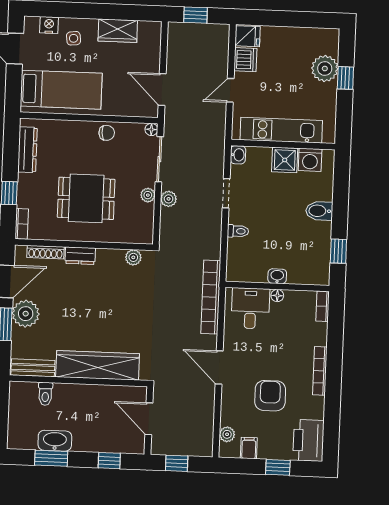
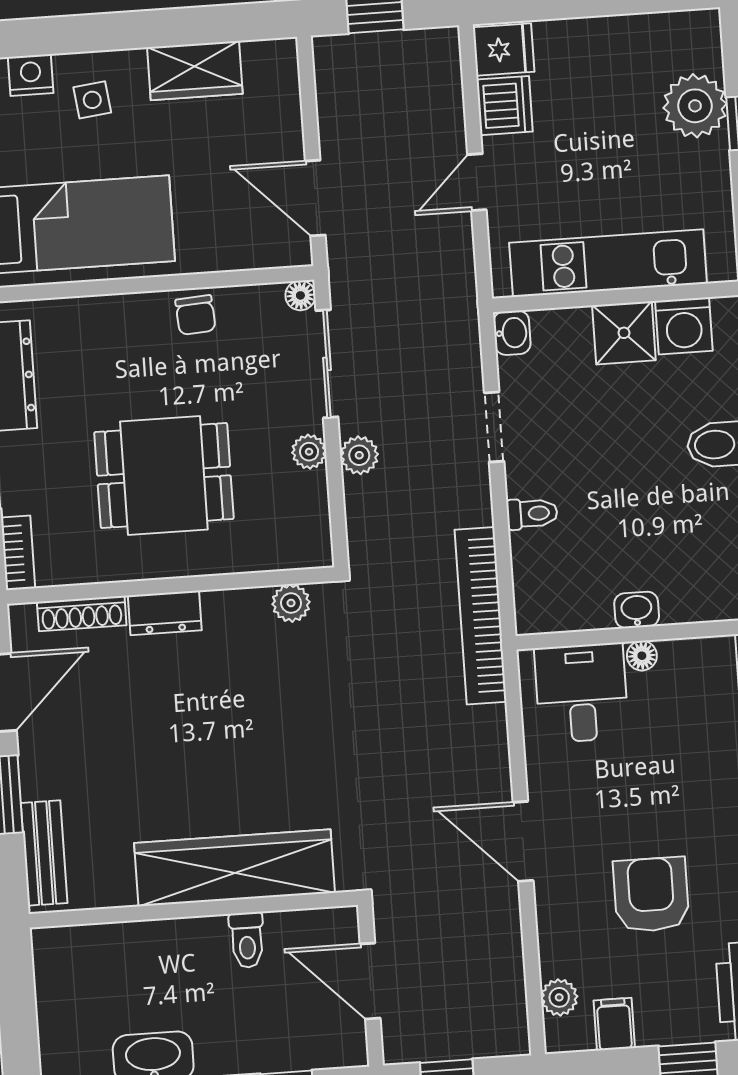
chair: (107, 133) -> (195, 315), turned 90
bookcase: (211, 297) -> (481, 616), moved
plant: (26, 314) -> (51, 764), removed
bench: (33, 368) -> (44, 853), moved, turned 90
toilet: (45, 394) -> (247, 940), moved

